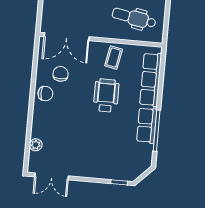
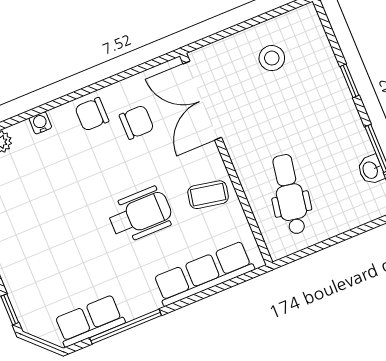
chair: (45, 94) -> (92, 114), turned 90
water cooler: (37, 121) -> (40, 123), added
row of seats: (147, 125) -> (90, 321), moved

